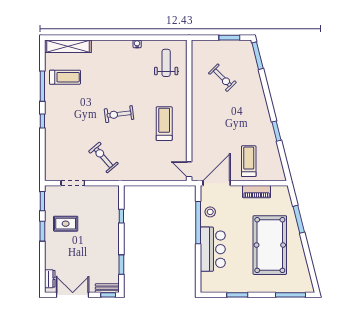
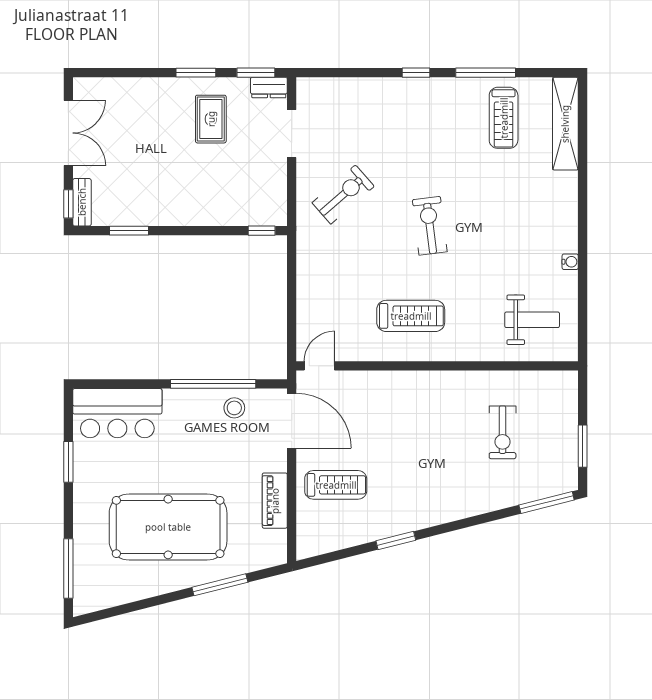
exercise bike: (222, 78) -> (503, 432), turned -45
window: (121, 216) -> (262, 231), moved
bar counter: (213, 249) -> (117, 413), moved
dresser: (50, 279) -> (269, 87), moved

